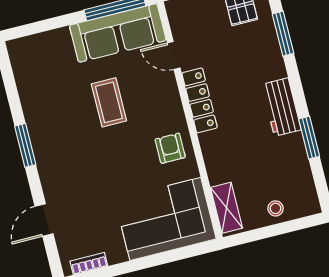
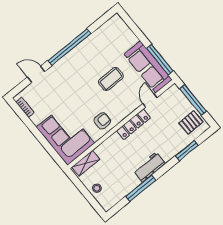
window: (309, 138) -> (141, 188), width x1.44
window: (25, 145) -> (69, 47), width x2.11

